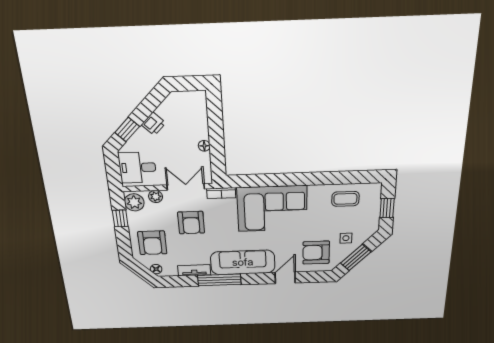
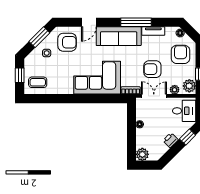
plant: (197, 100) -> (142, 154), added
double door: (186, 187) -> (154, 96), swing flipped
coffee table: (345, 199) -> (38, 82), moved
armchair: (191, 223) -> (152, 69), turned -90

